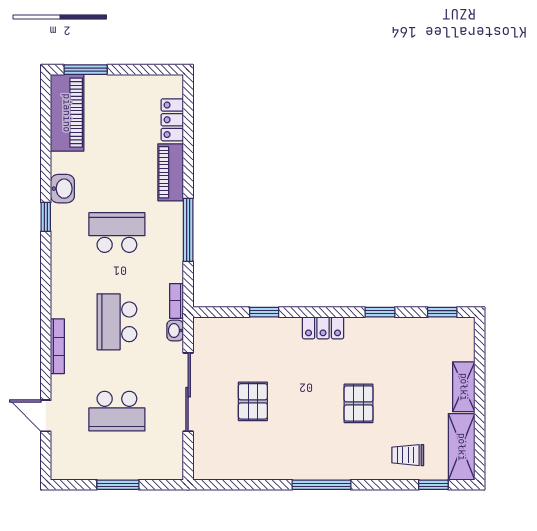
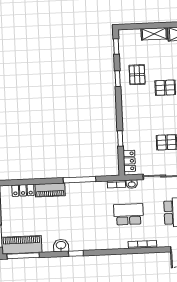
window: (46, 114) -> (23, 256), added
school desk: (117, 233) -> (82, 216), removed
school desk: (117, 322) -> (129, 214), turned 180
locker: (323, 328) -> (129, 161), moved
pallet: (386, 350) -> (137, 75), added

